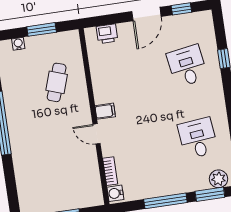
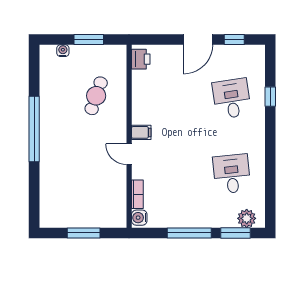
printer: (107, 34) -> (141, 59), moved, turned -90

